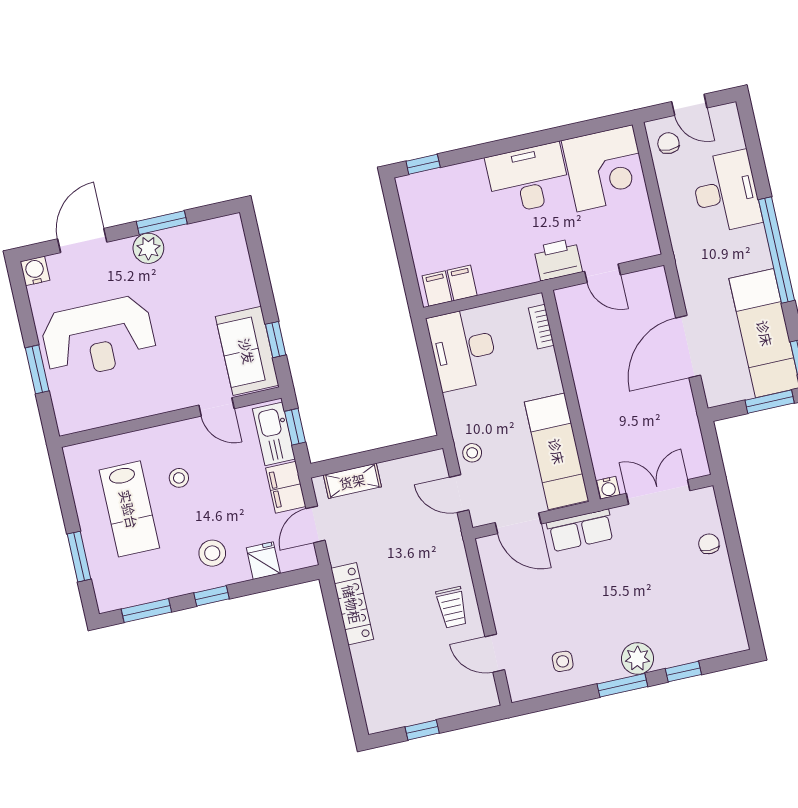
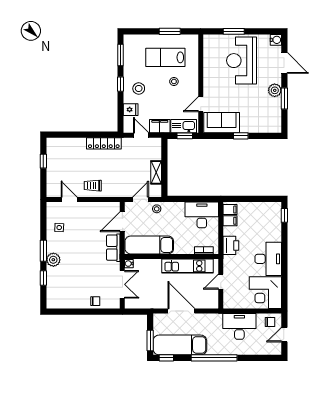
desk: (726, 192) -> (239, 326), moved, turned 180
printer: (558, 260) -> (231, 245), moved
window: (276, 340) -> (241, 136), moved
kitchen unit: (584, 355) -> (188, 266), added
shelving: (352, 481) -> (156, 172), moved
window: (79, 557) -> (170, 31), moved
door: (495, 653) -> (69, 199), hinge flipped

